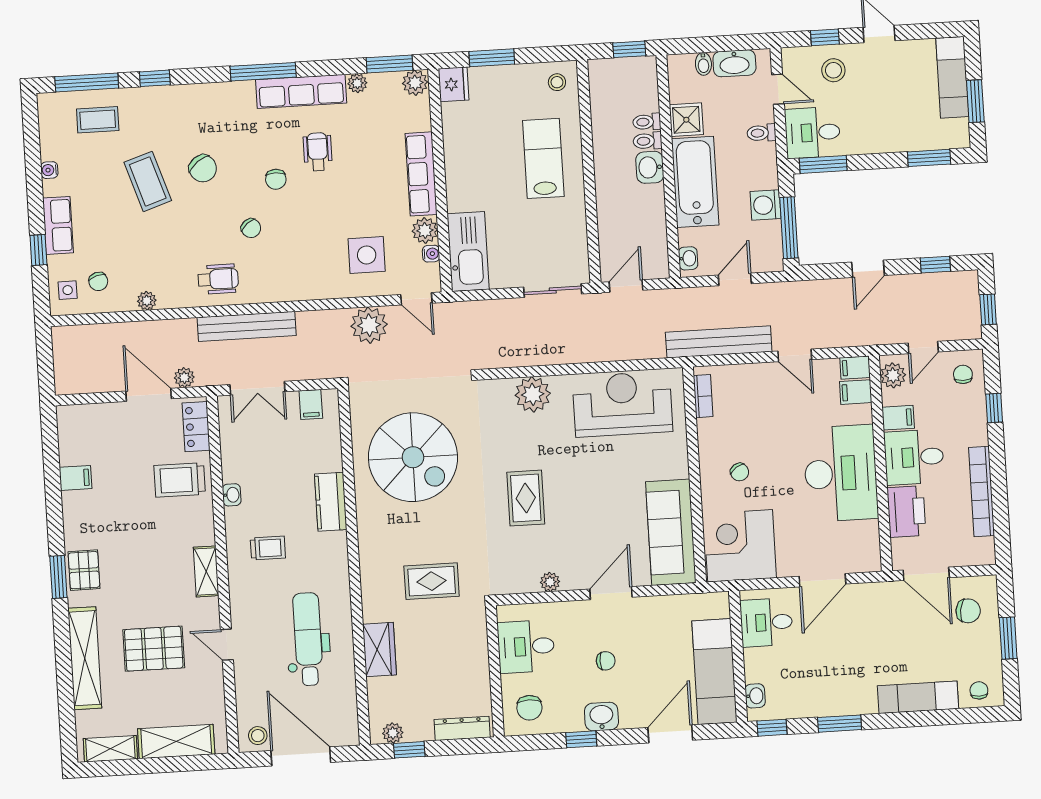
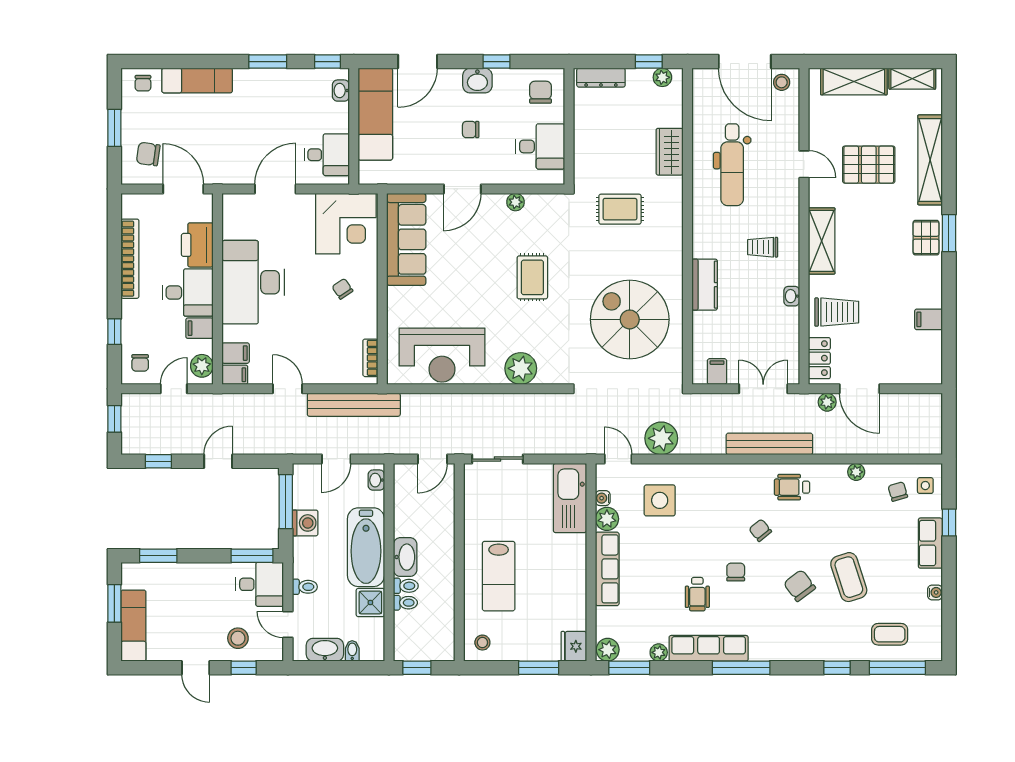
washbasin: (650, 167) -> (405, 557), width x1.38
shelving: (206, 571) -> (822, 241), width x1.50, depth x1.33

